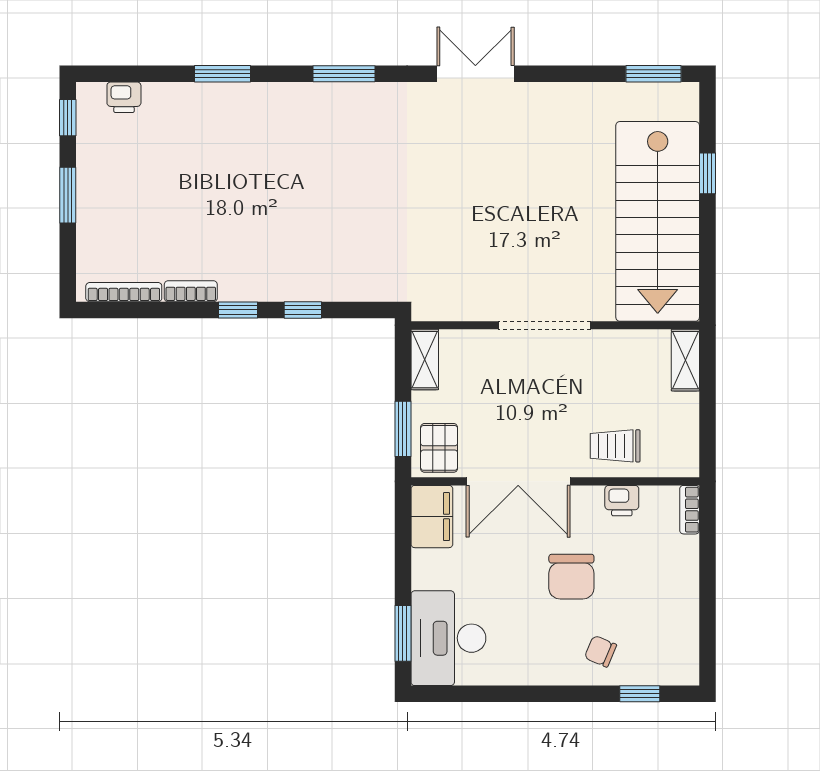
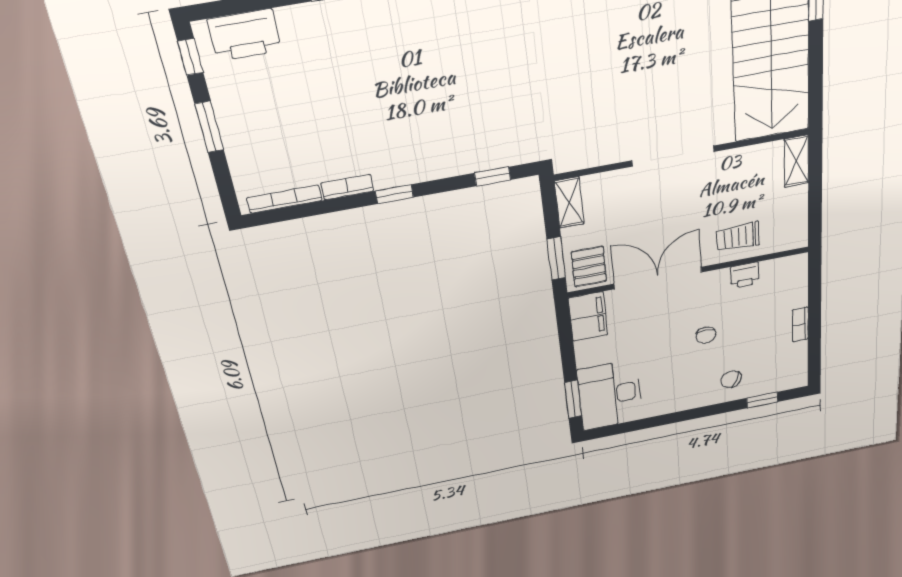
printer: (124, 97) -> (245, 35), width x1.87, depth x1.48
window: (303, 310) -> (493, 176), moved
double door: (518, 481) -> (658, 278), swing flipped
bookcase: (690, 510) -> (800, 324), moved
chair: (571, 577) -> (706, 335), width x0.54, depth x0.54

